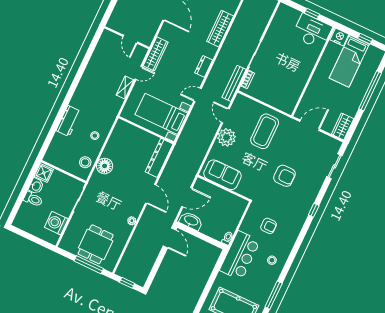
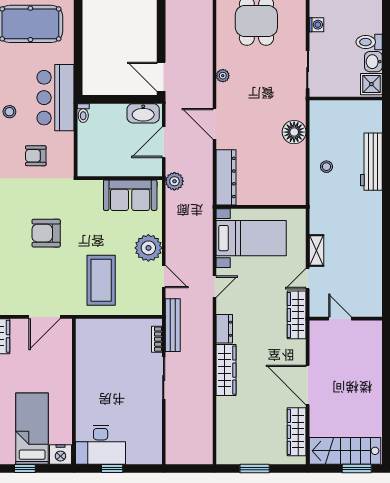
wardrobe: (220, 29) -> (226, 370), moved
workbench: (68, 121) -> (371, 162), width x1.38
stool: (85, 162) -> (322, 125), removed
plant: (192, 170) -> (174, 181), added
washing machine: (56, 223) -> (316, 25), width x0.53, depth x0.53

